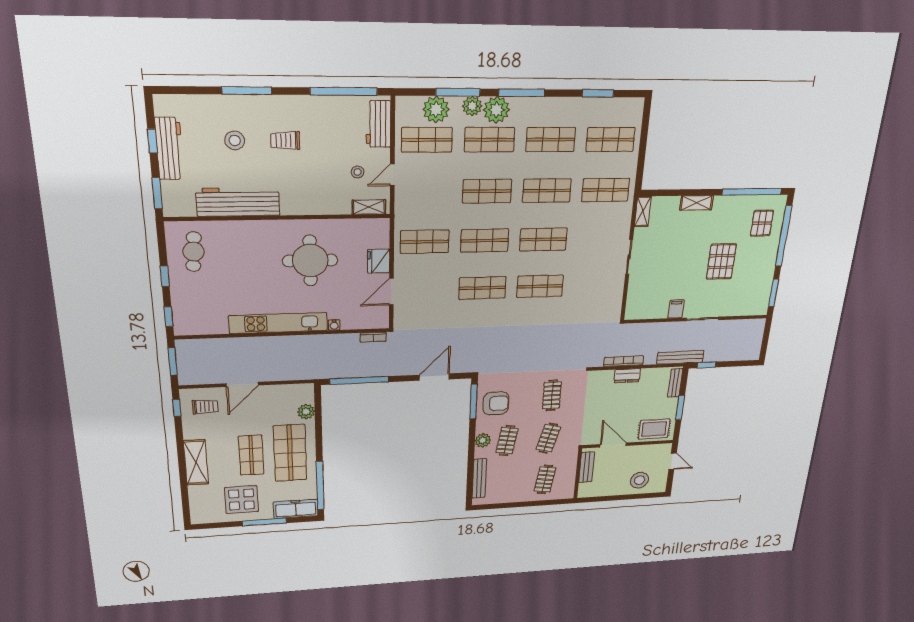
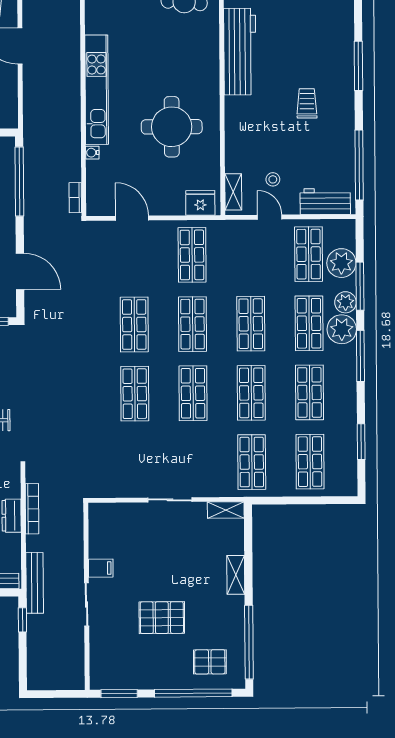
stool: (235, 140) -> (307, 51), removed
fridge: (379, 261) -> (200, 203), moved

